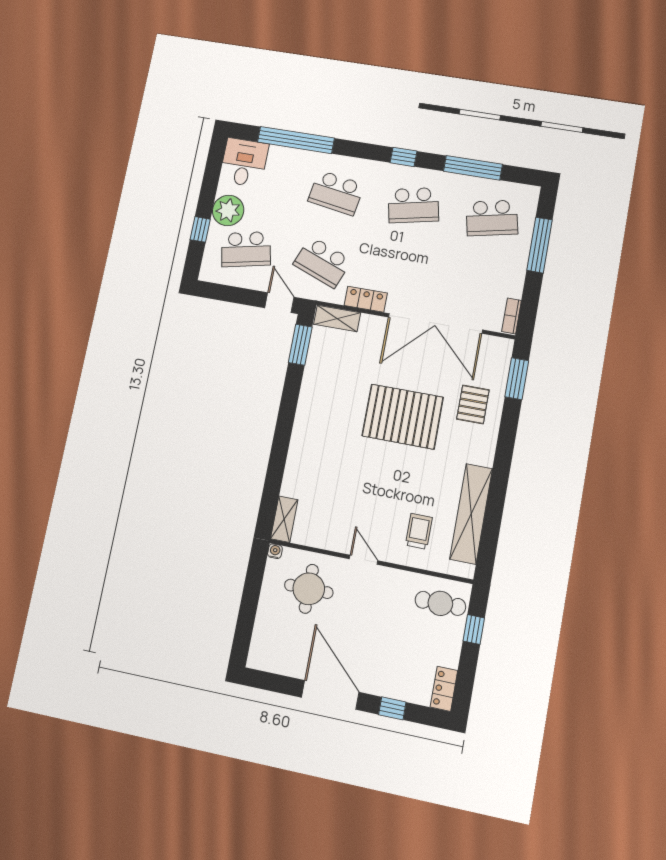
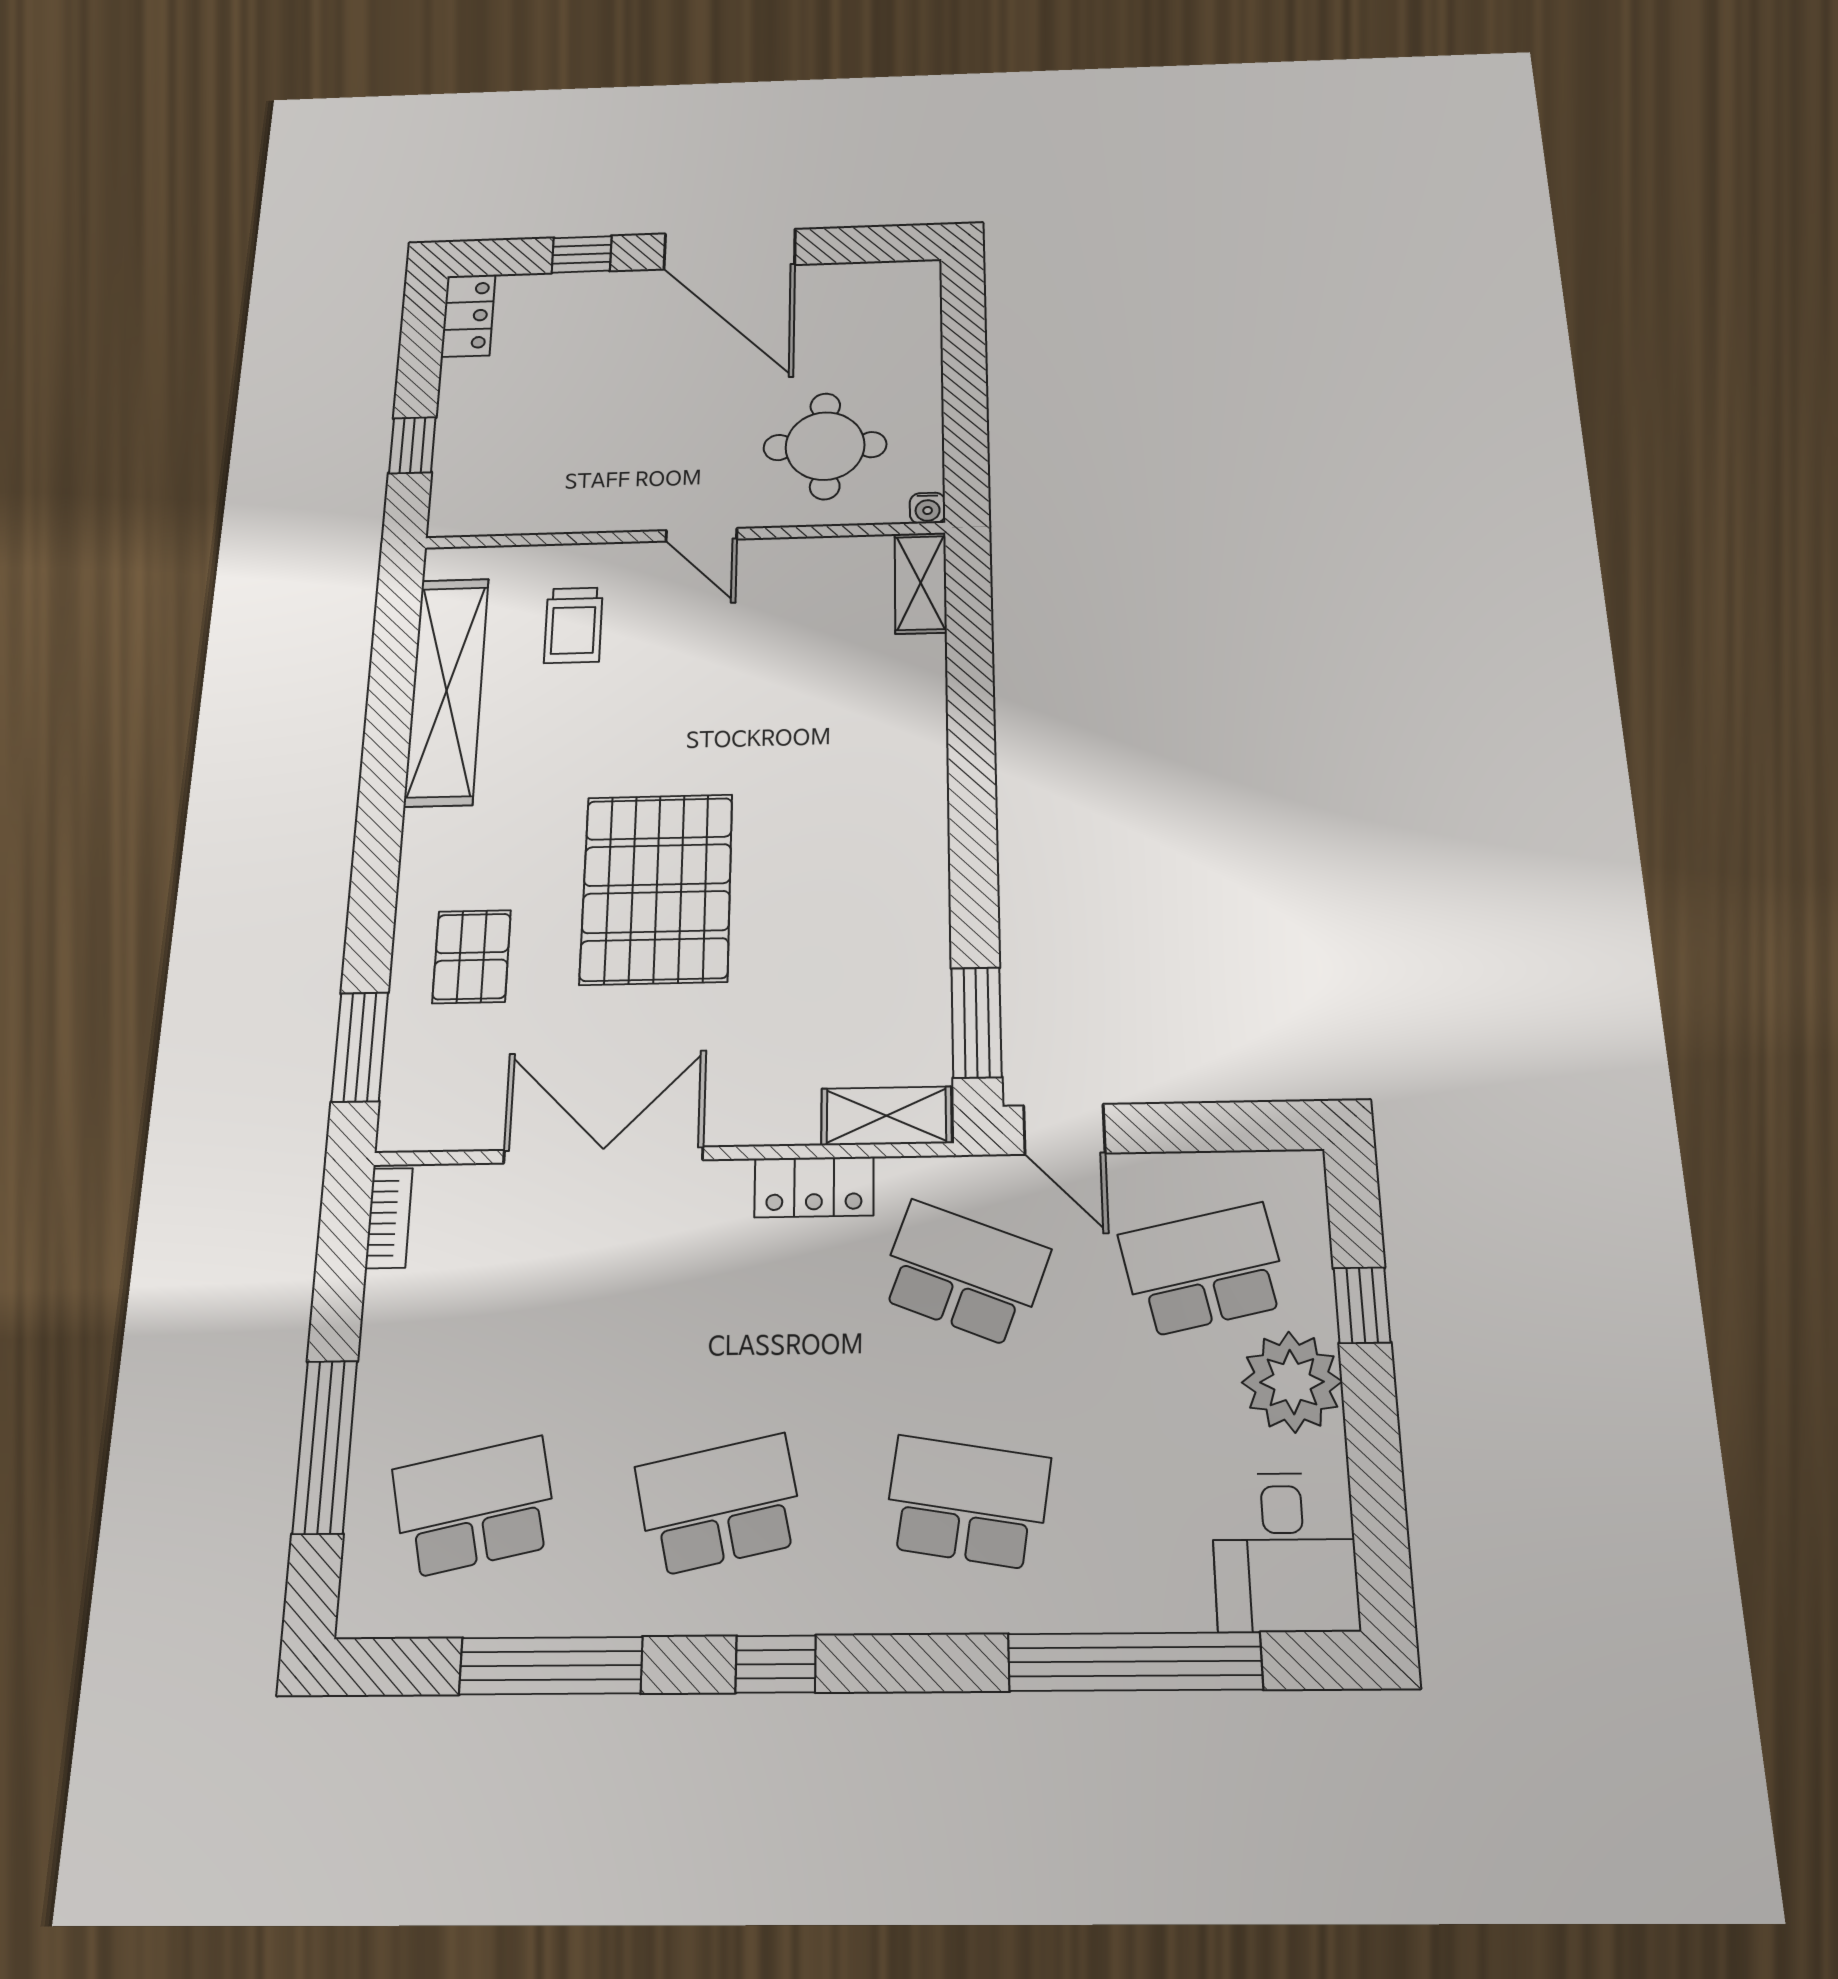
double door: (435, 323) -> (603, 1155), width x0.73
pallet: (403, 417) -> (657, 888), turned 90
cafe table: (440, 603) -> (499, 482), removed

